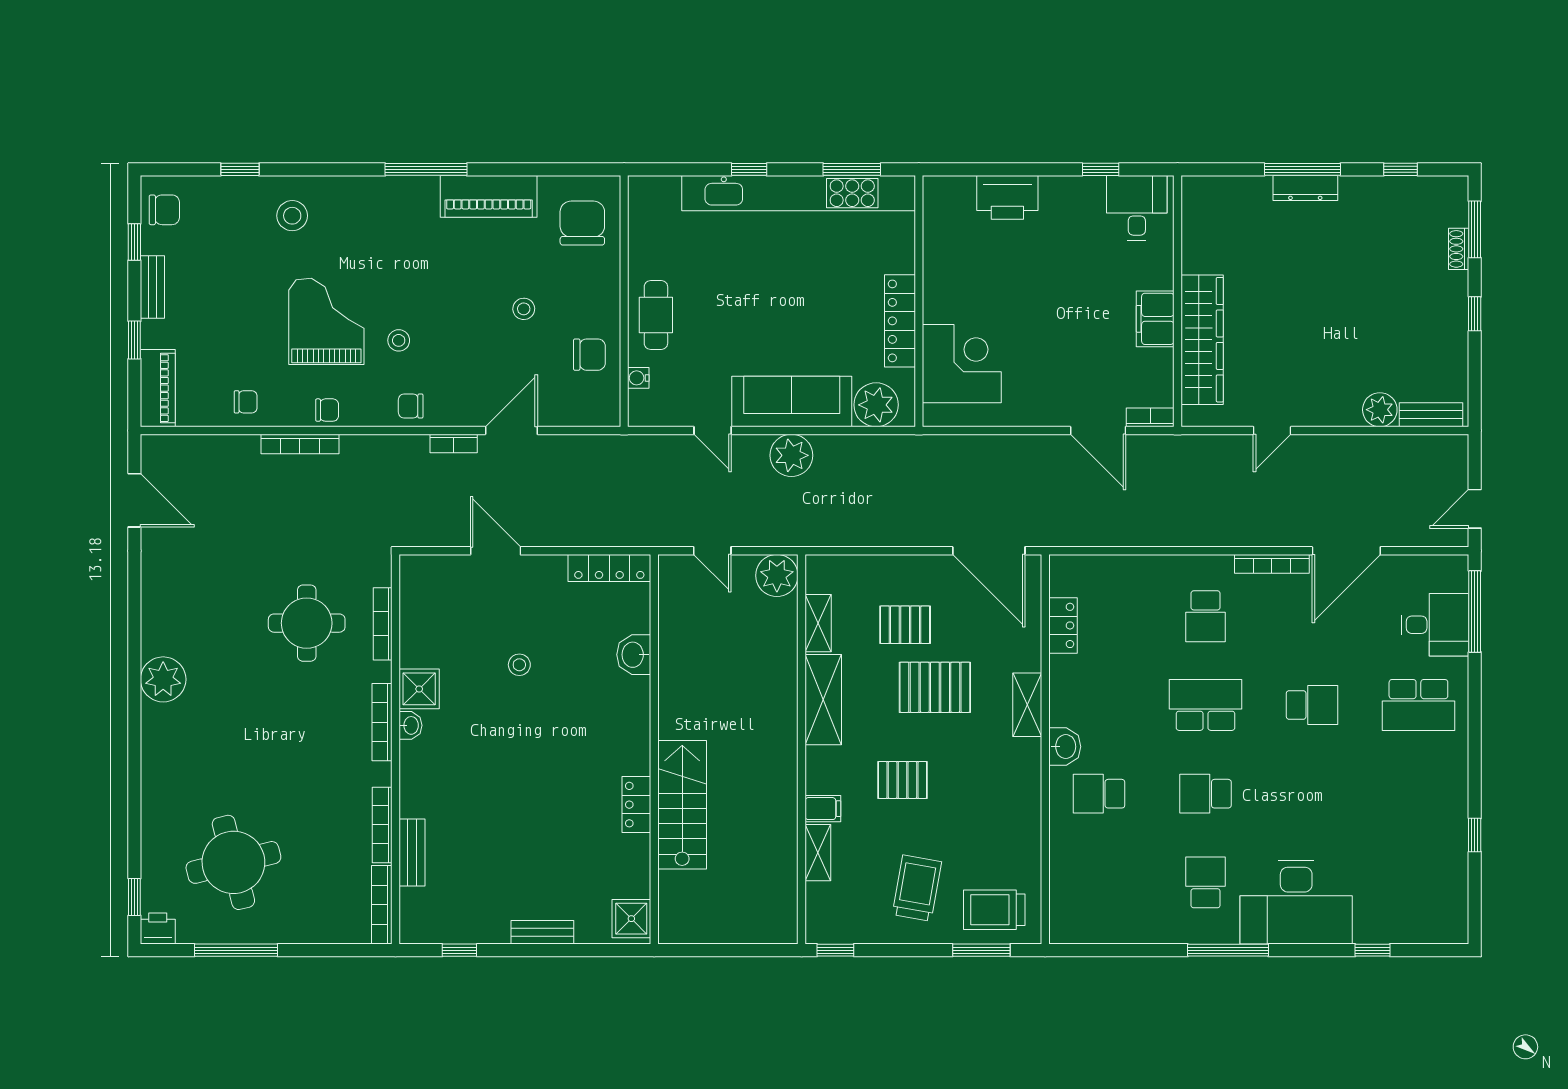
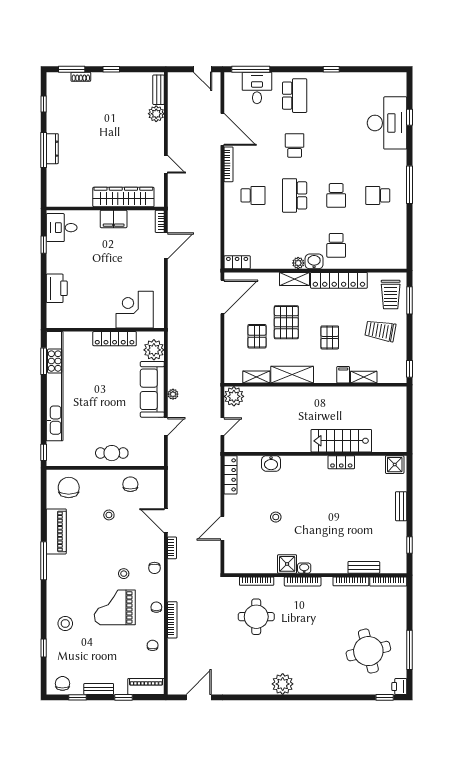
window: (749, 169) -> (44, 452), moved
chair: (582, 223) -> (69, 488), turned 90
water cooler: (638, 378) -> (141, 461), removed
plant: (791, 455) -> (173, 394), width x0.53, depth x0.53
locker: (1063, 625) -> (237, 262), moved
plant: (1061, 713) -> (298, 263), added
locker: (1024, 800) -> (339, 280), added
window: (1475, 835) -> (331, 69), moved
desk: (1296, 902) -> (387, 123), moved

